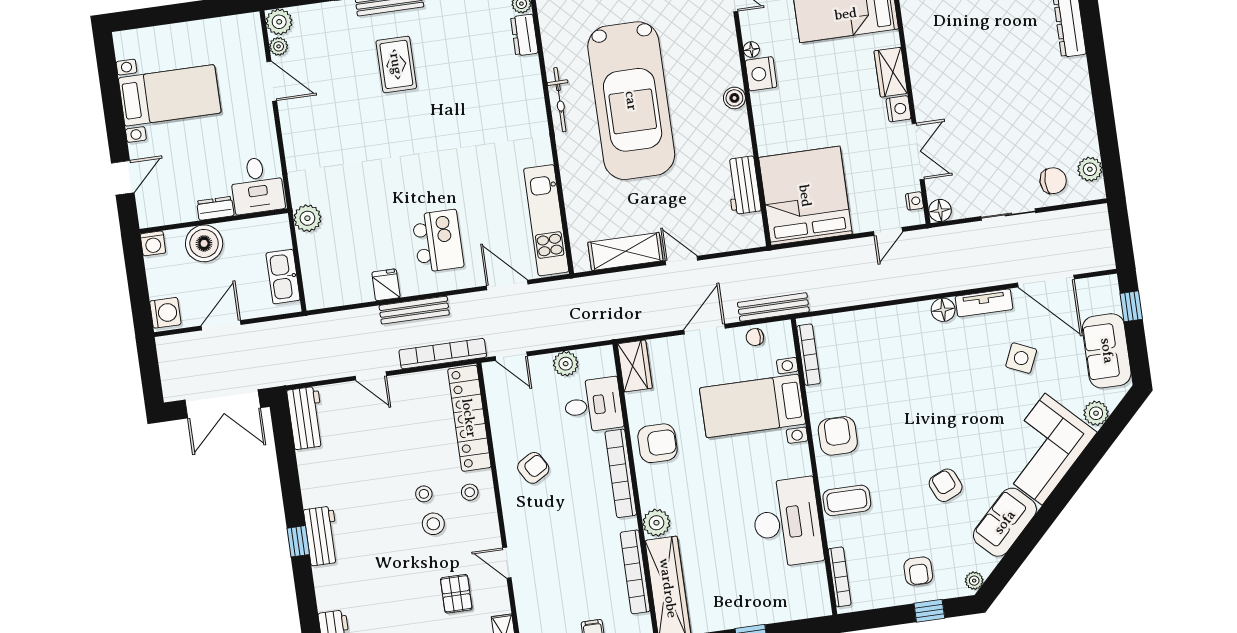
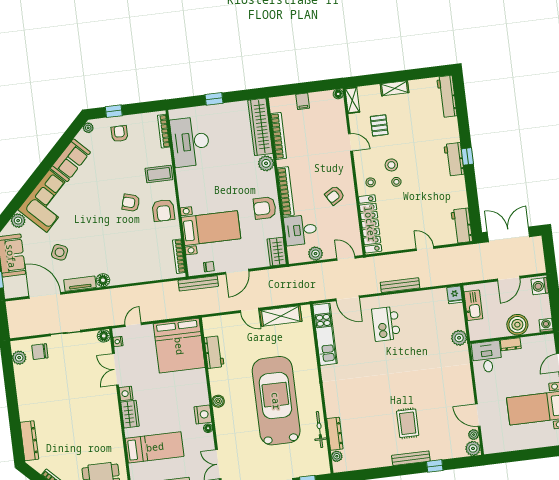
dresser: (524, 35) -> (335, 434), width x1.44
bicycle: (560, 100) -> (320, 429), moved
fridge: (386, 285) -> (455, 295), moved
bookcase: (443, 354) -> (384, 260), removed
armchair: (946, 485) -> (131, 203), moved, turned 130
desk: (787, 522) -> (190, 142), moved

